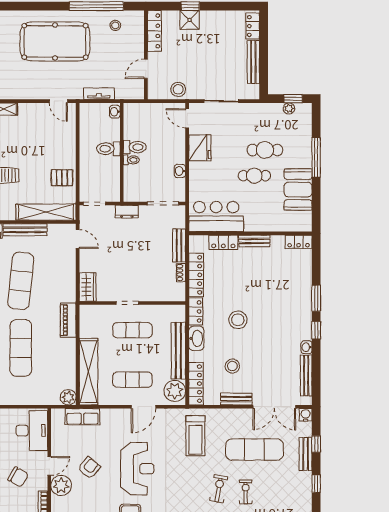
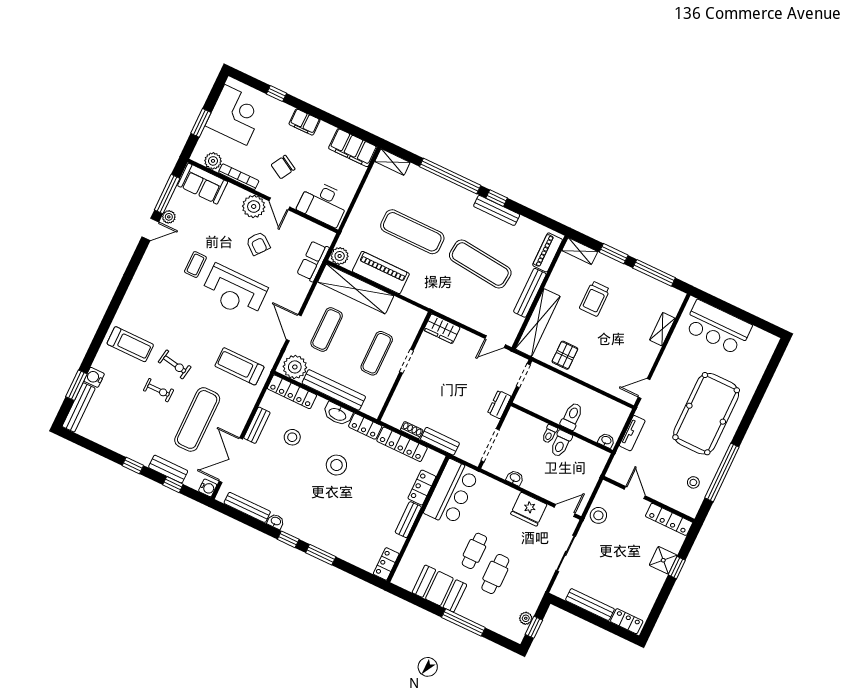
piano: (68, 320) -> (381, 272), moved, width x1.37, depth x1.33

